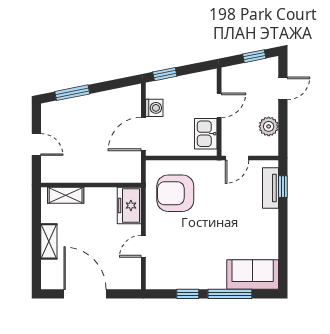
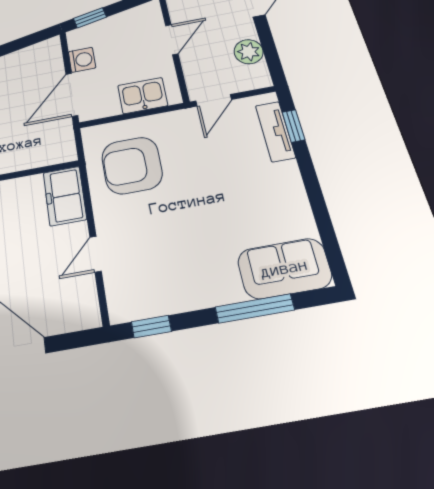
kitchen sink: (206, 134) -> (143, 96), moved, turned 90
window: (188, 294) -> (151, 327), moved

